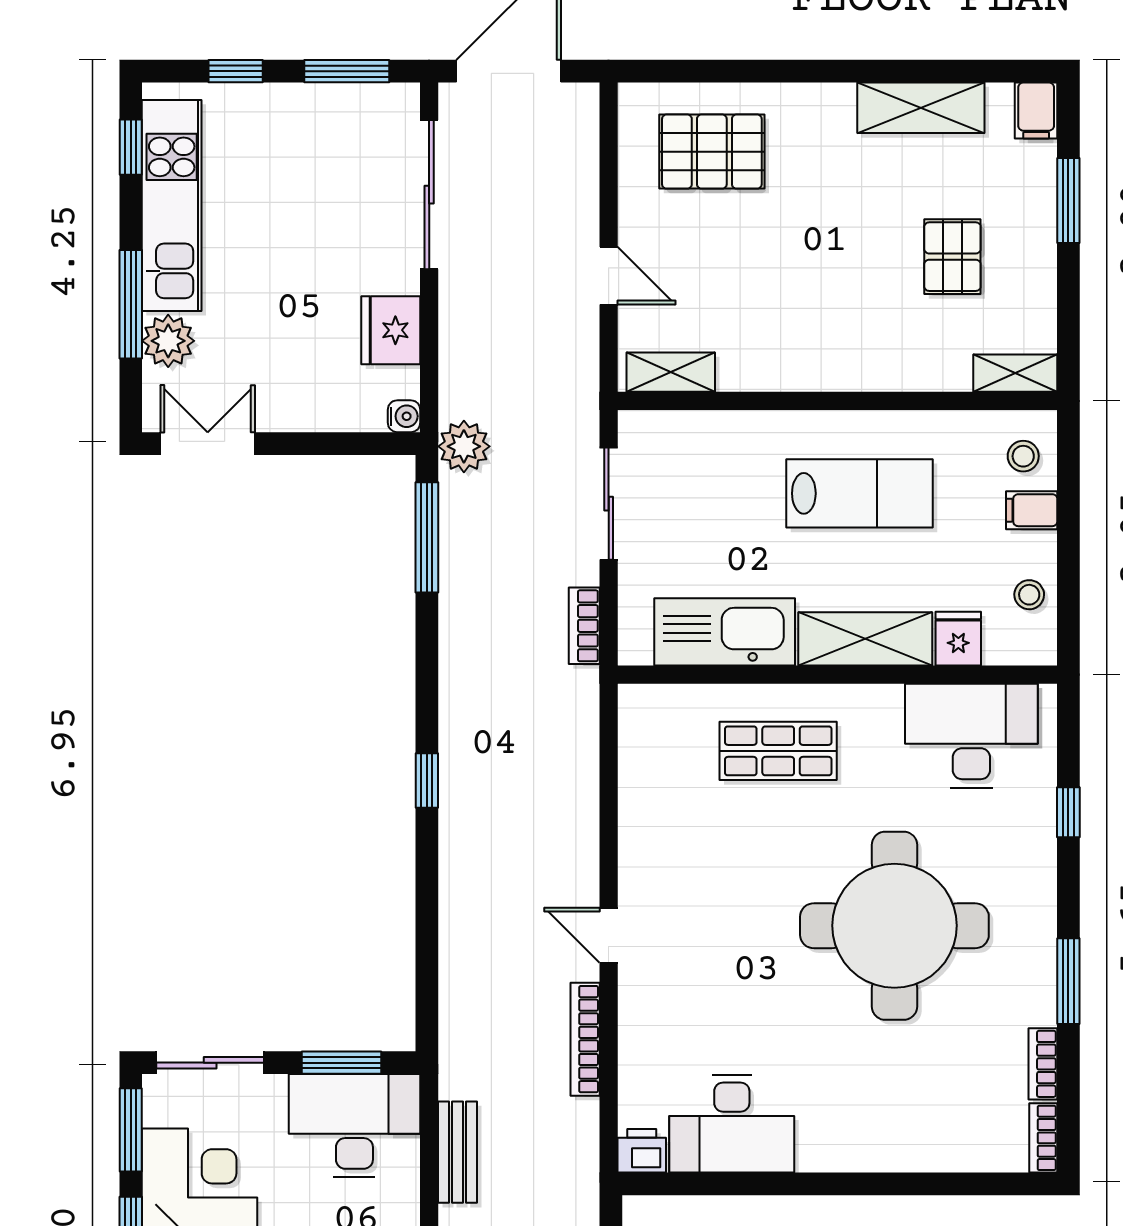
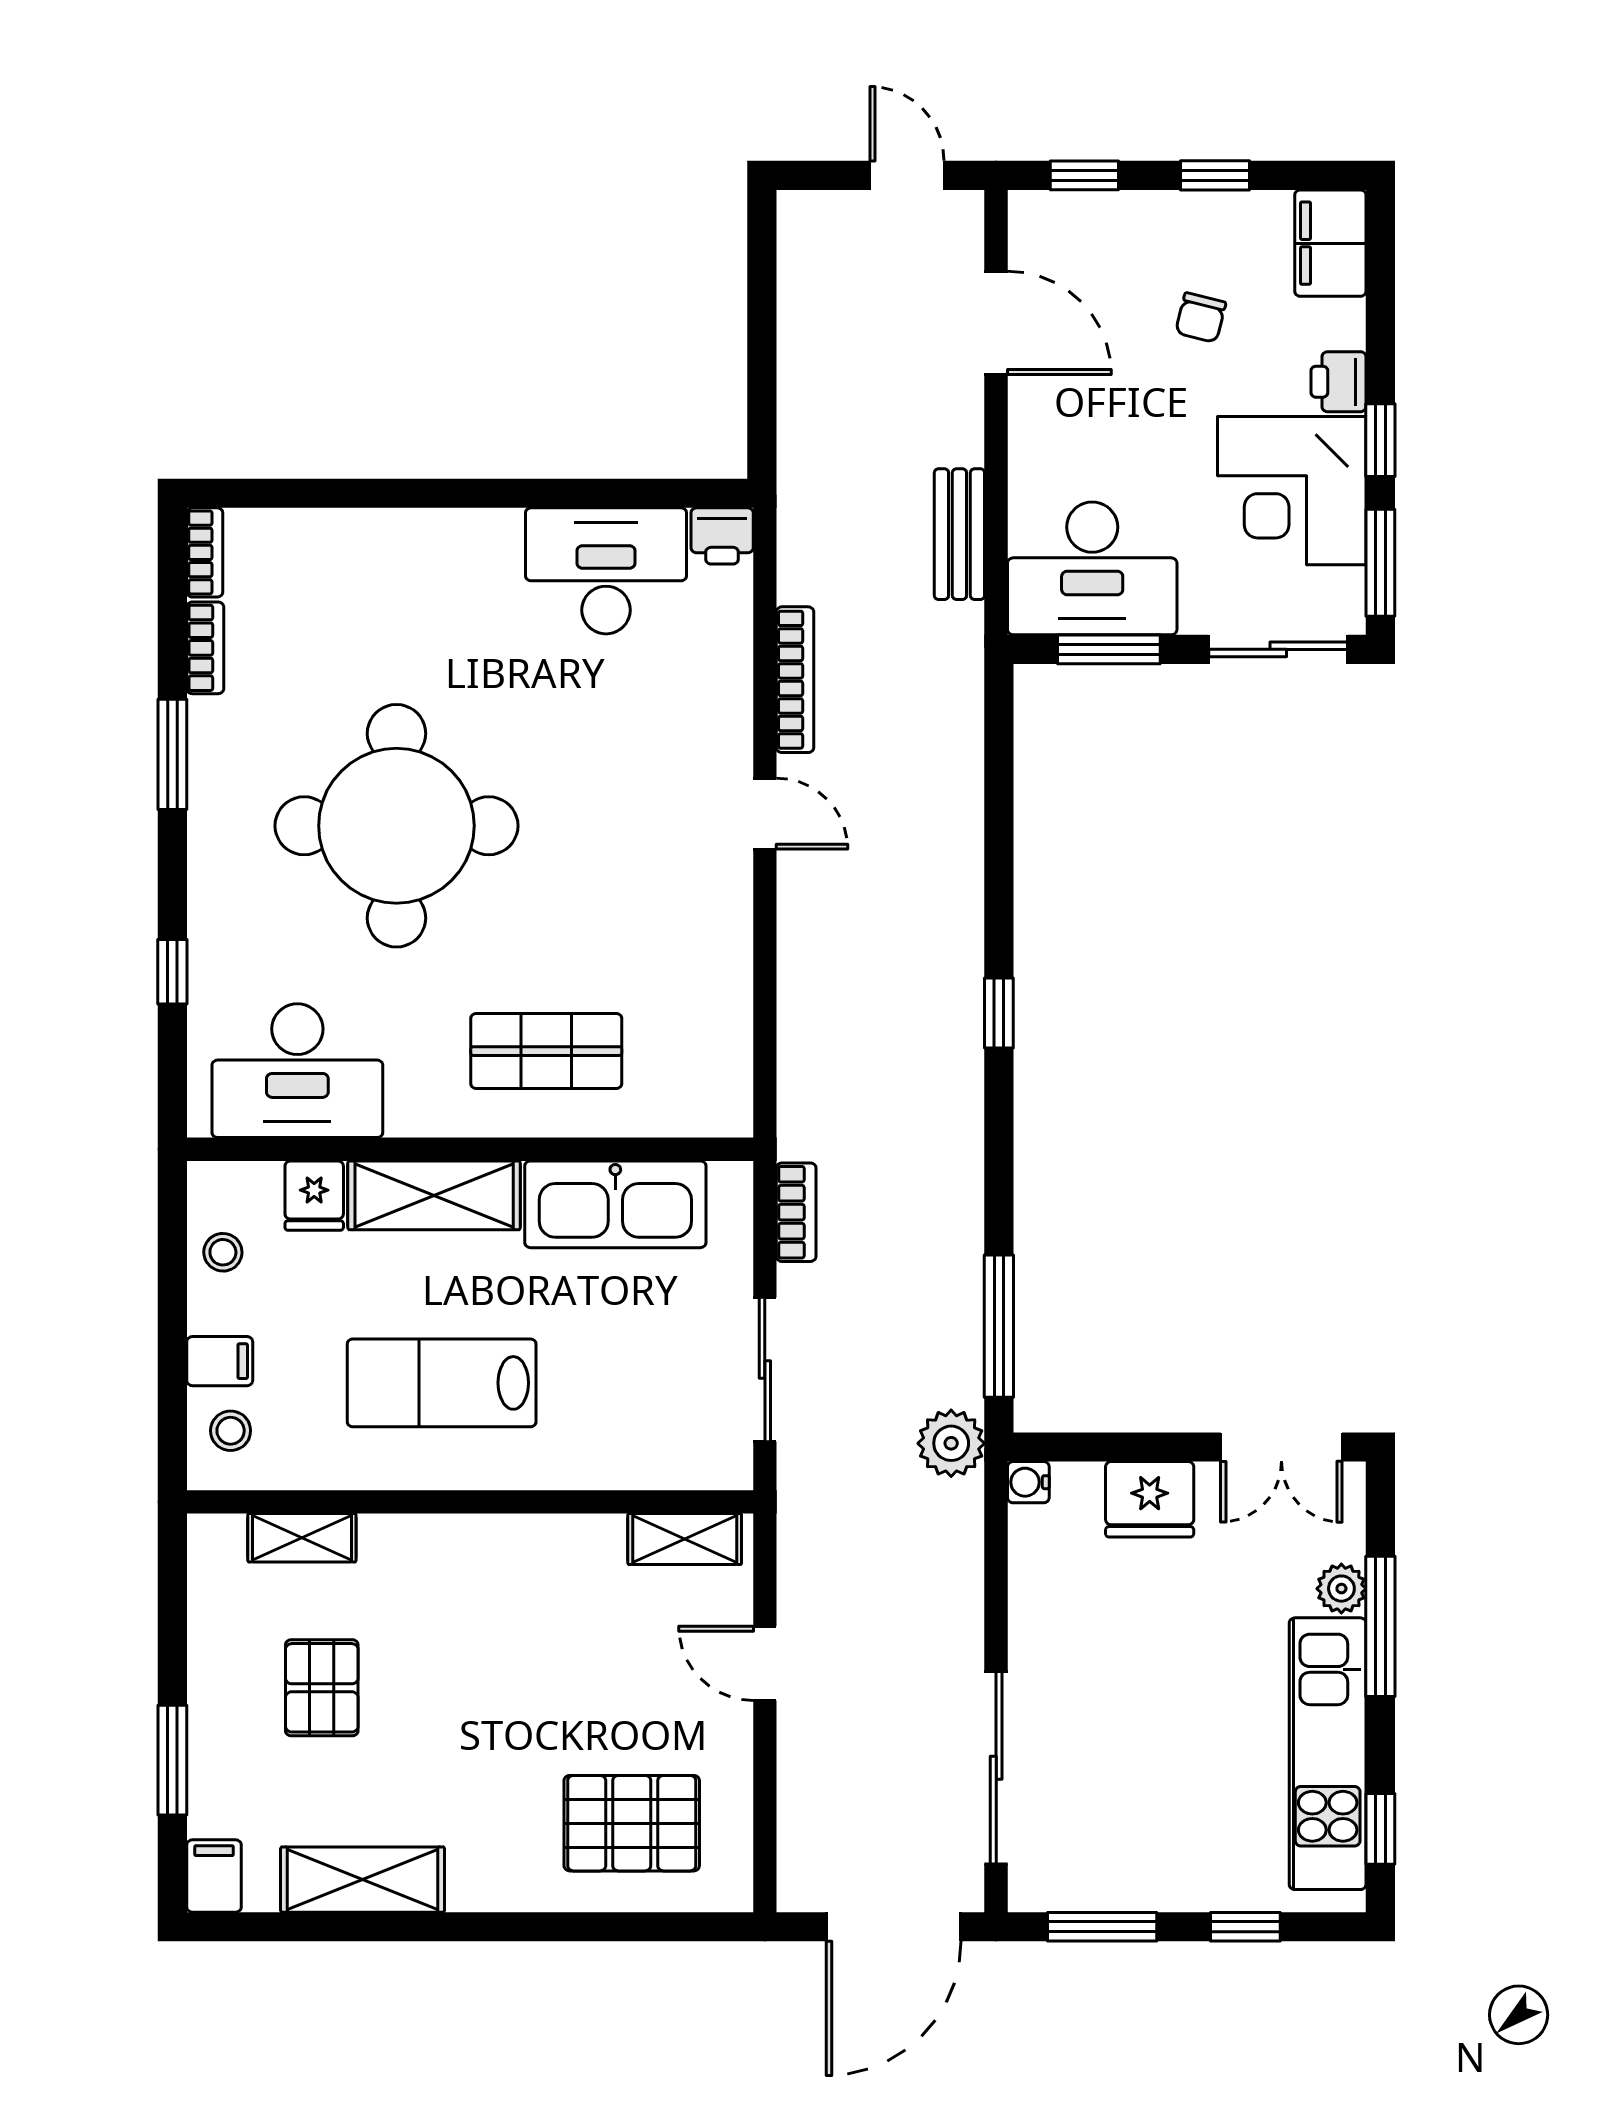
fridge: (391, 330) -> (1150, 1499), moved, turned 90
plant: (168, 341) -> (1341, 1589), width x0.73, depth x0.73
shelving: (1015, 373) -> (302, 1538), moved

